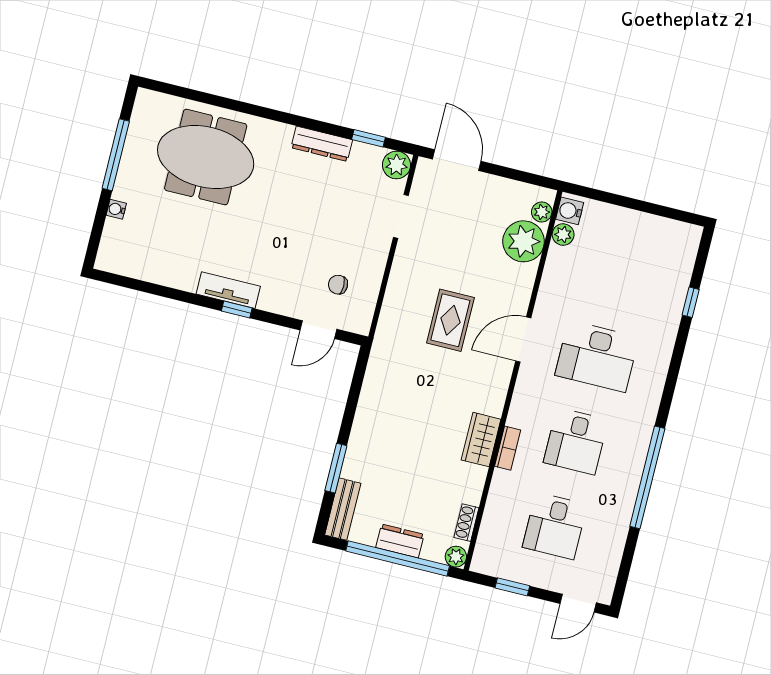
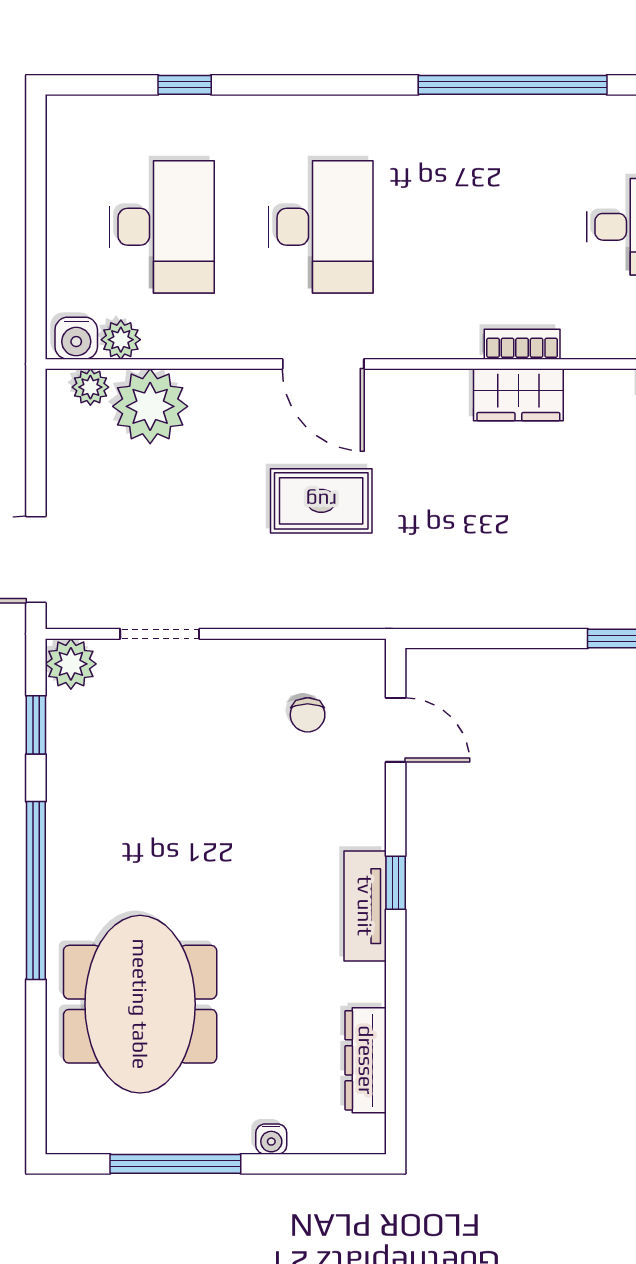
window: (280, 116) -> (36, 890), added
dresser: (322, 144) -> (366, 1060), moved, turned 180
desk: (576, 441) -> (162, 227), moved, width x1.37

